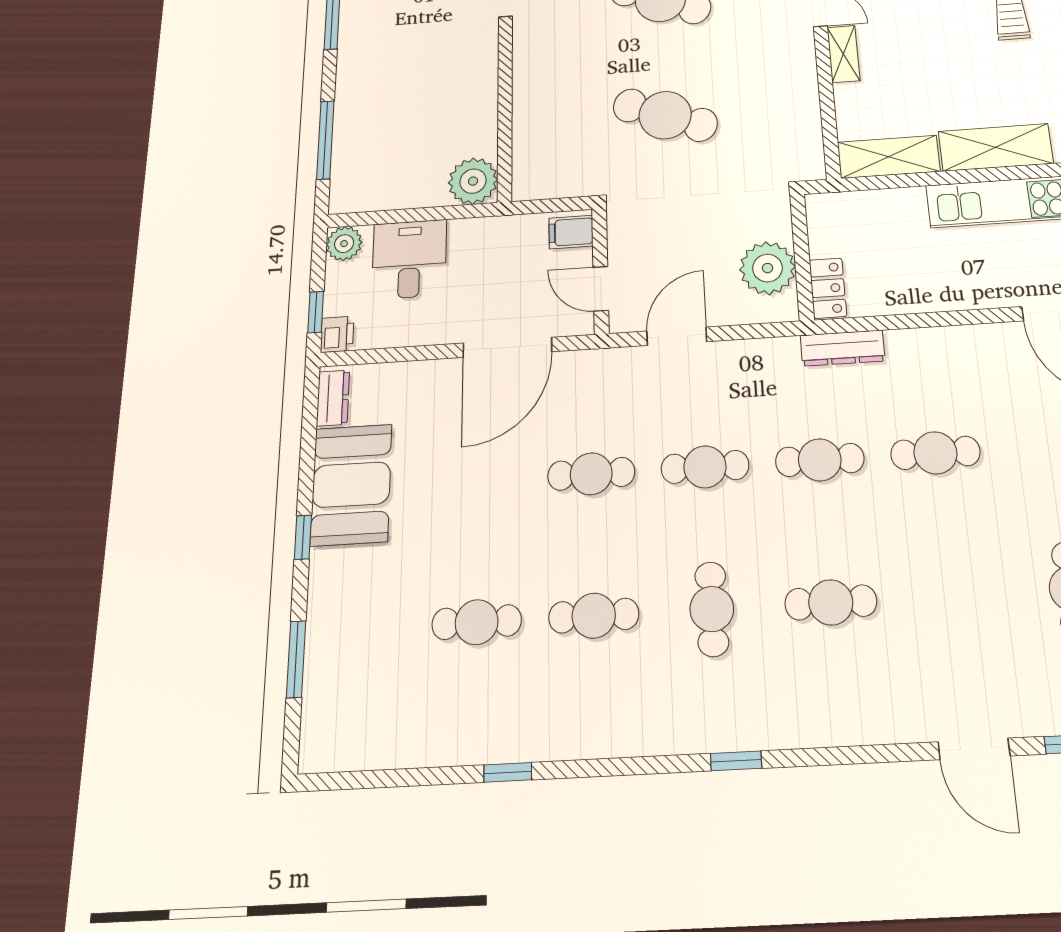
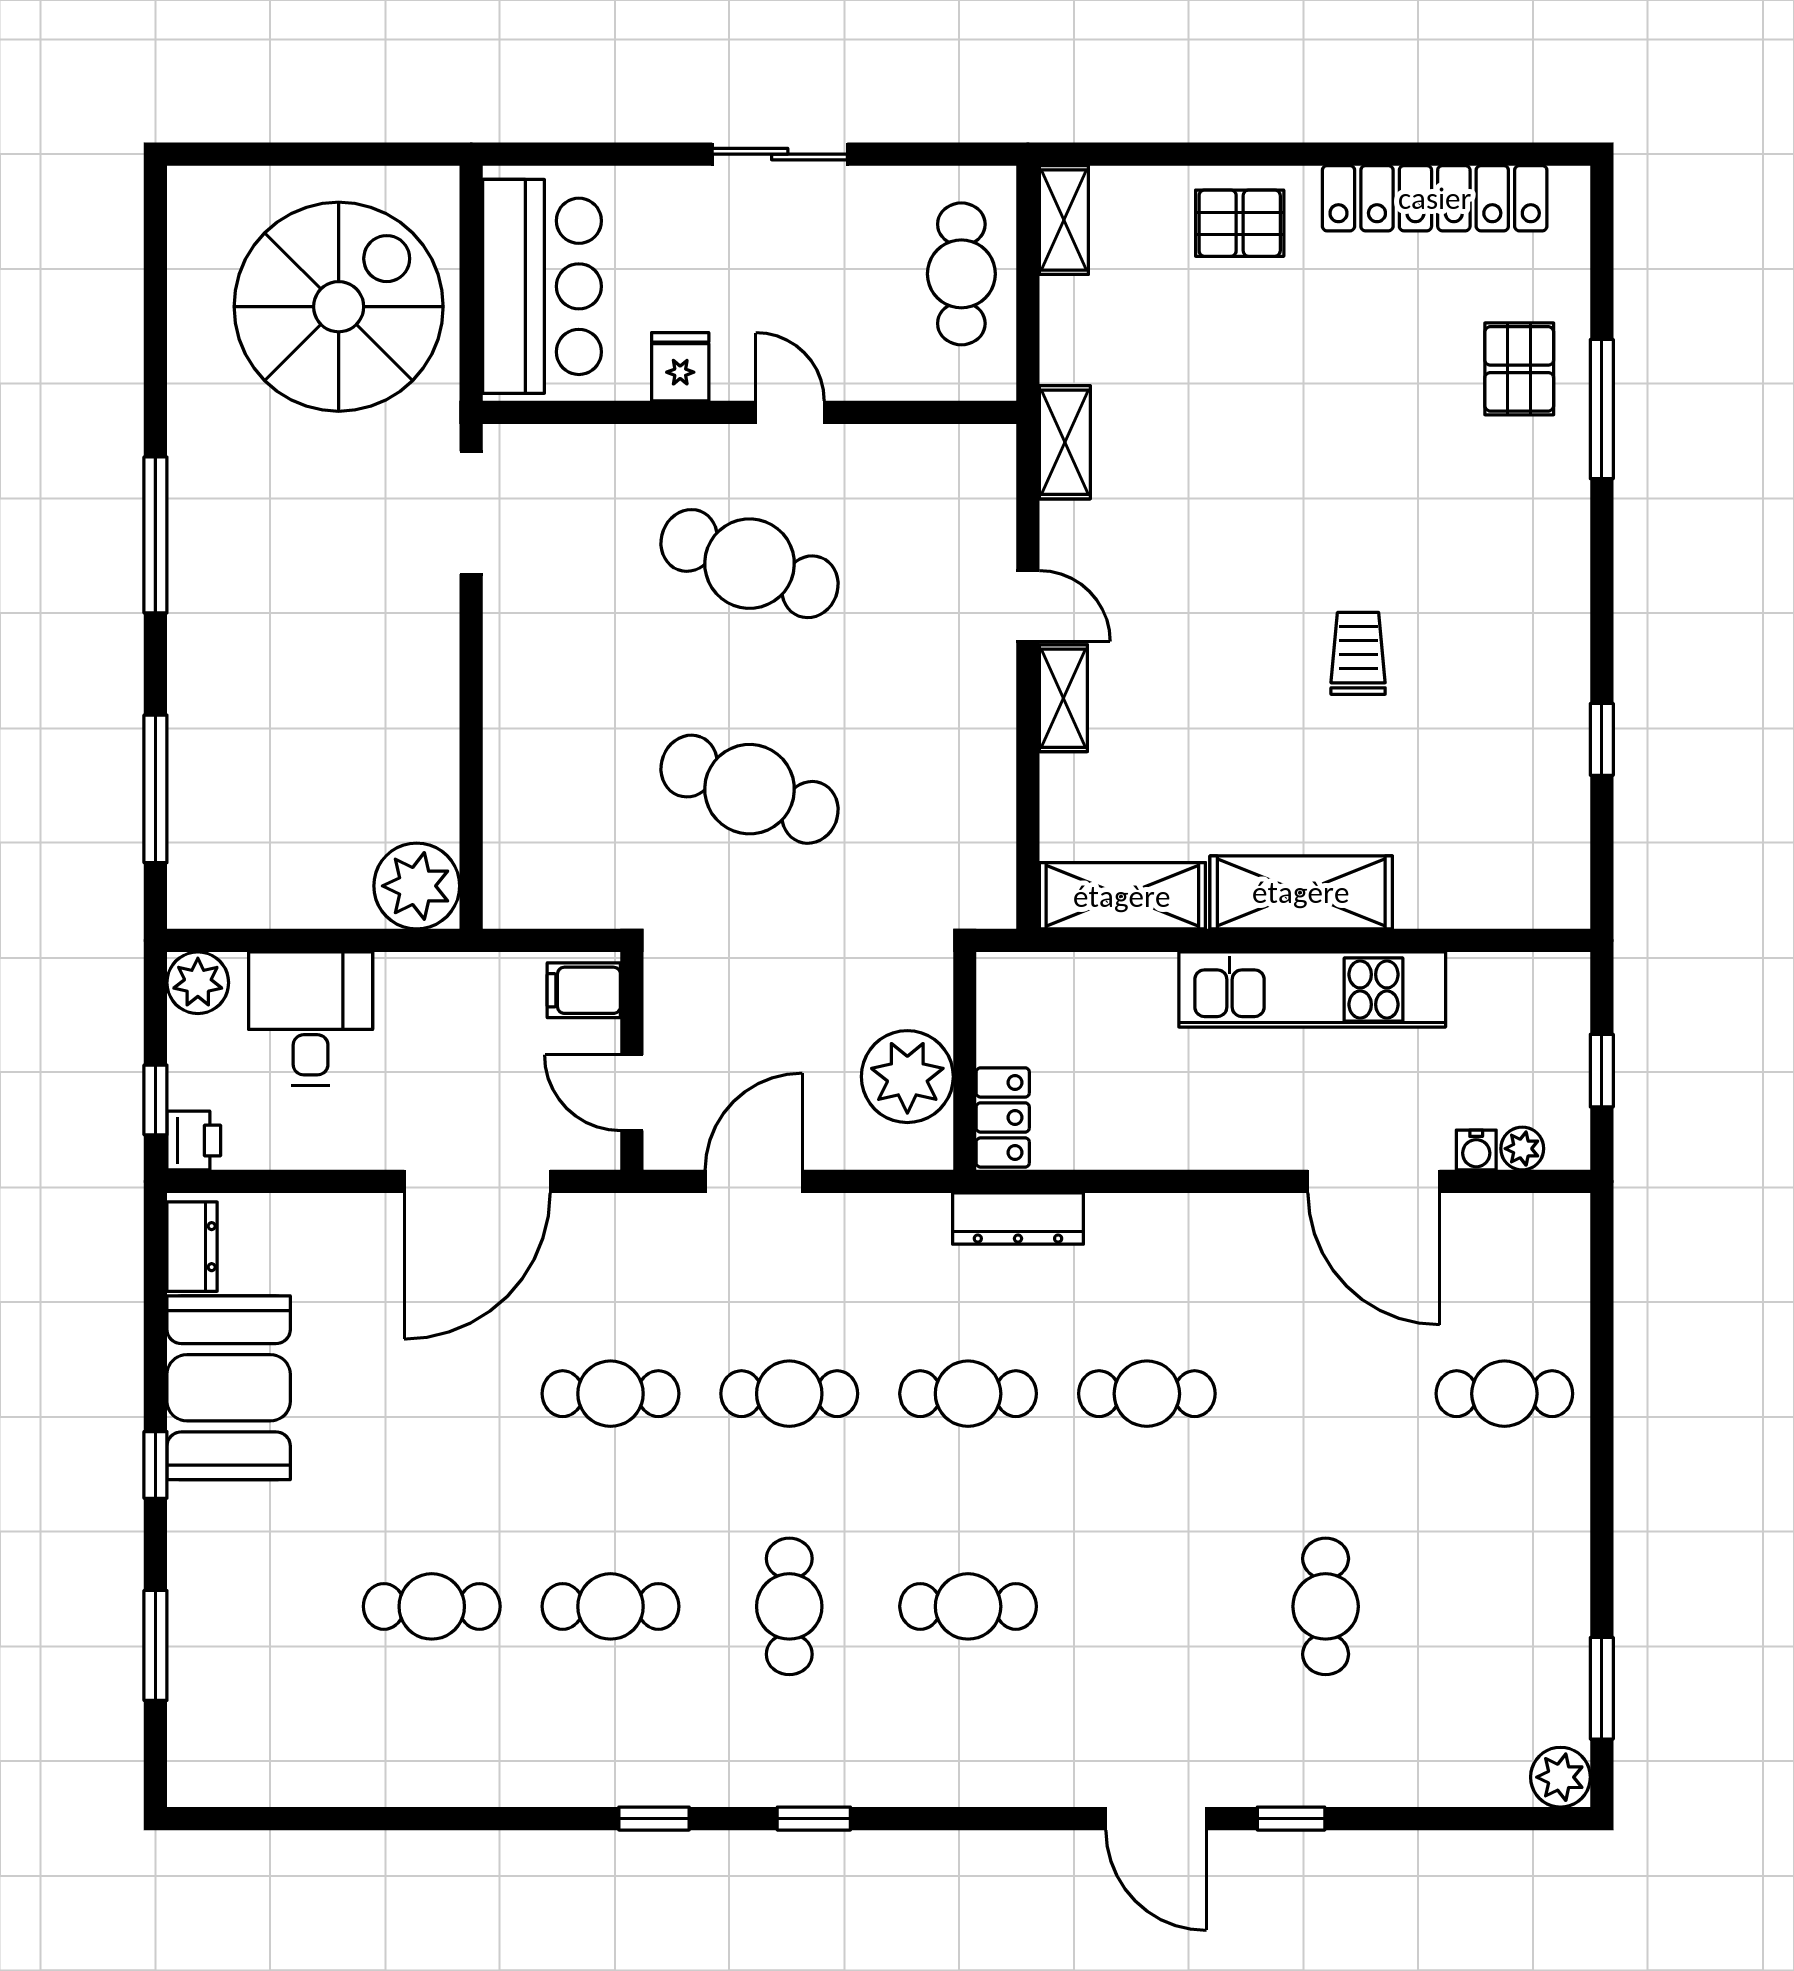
window: (508, 772) -> (654, 1819), moved

